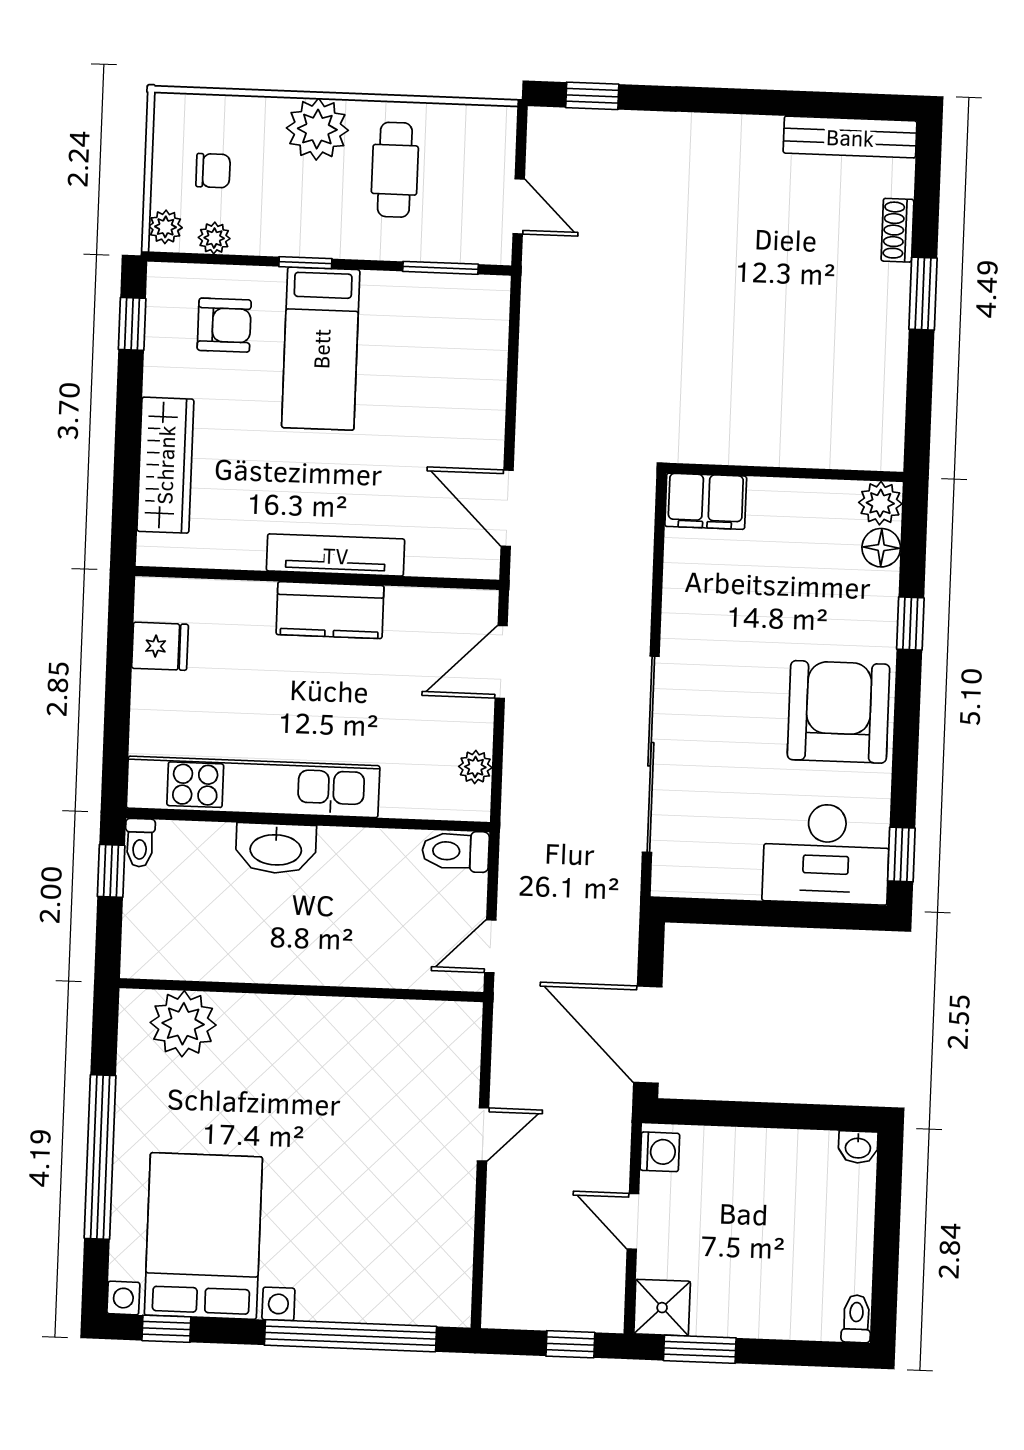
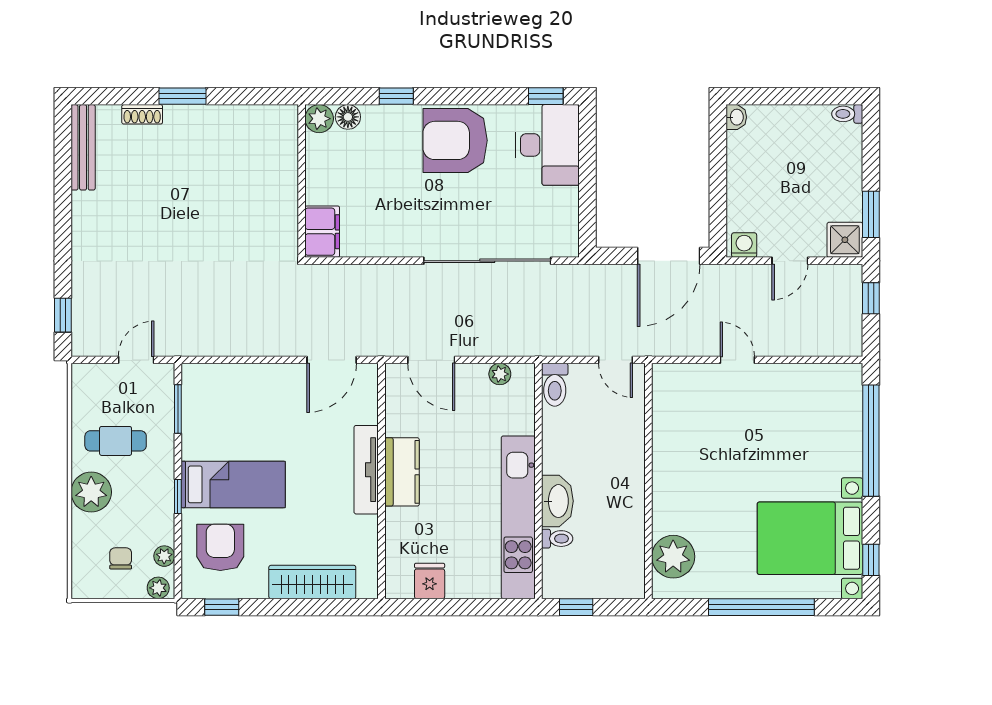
armchair: (224, 325) -> (220, 547), width x1.38, depth x1.38
toilet: (140, 843) -> (557, 539), moved

